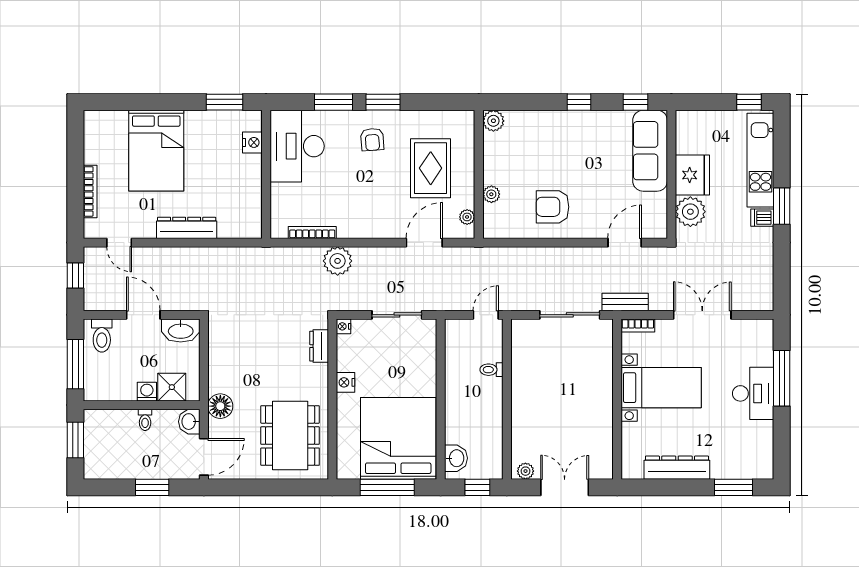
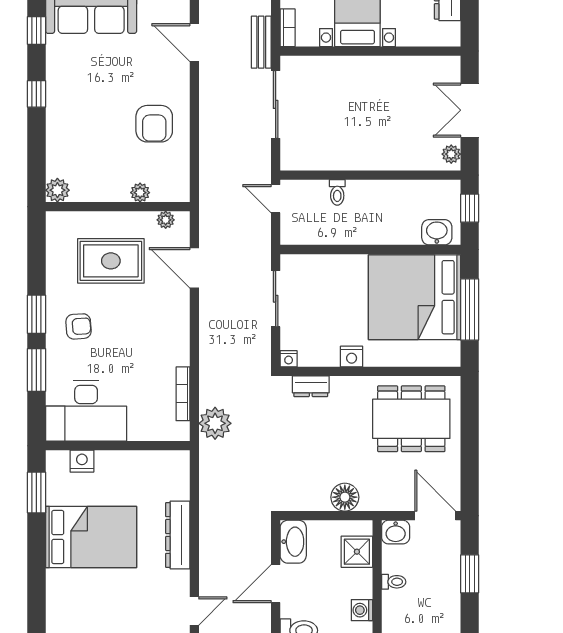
bed: (156, 151) -> (91, 537), moved
plant: (338, 261) -> (215, 423), moved
washing machine: (147, 392) -> (362, 610), moved
floor lamp: (220, 406) -> (345, 497), moved

